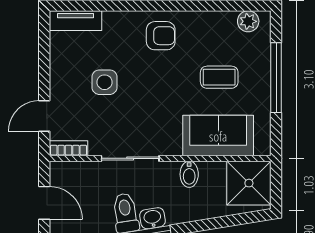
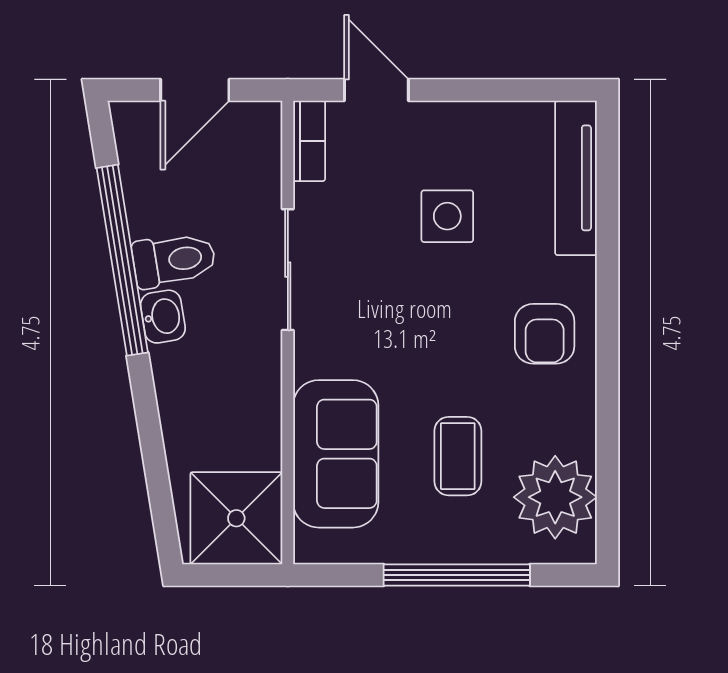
tv unit: (75, 21) -> (576, 178), width x1.41
plant: (248, 21) -> (555, 497), width x1.87, depth x1.87
bidet: (189, 174) -> (255, 393), removed

